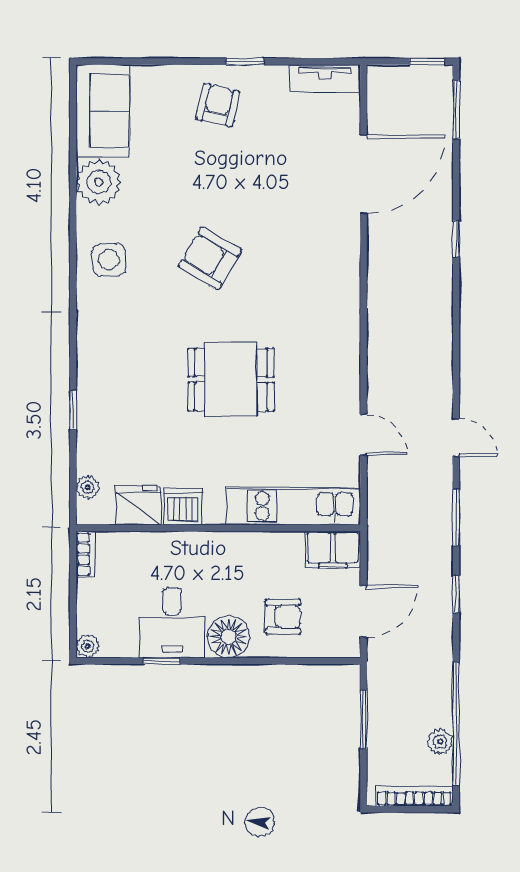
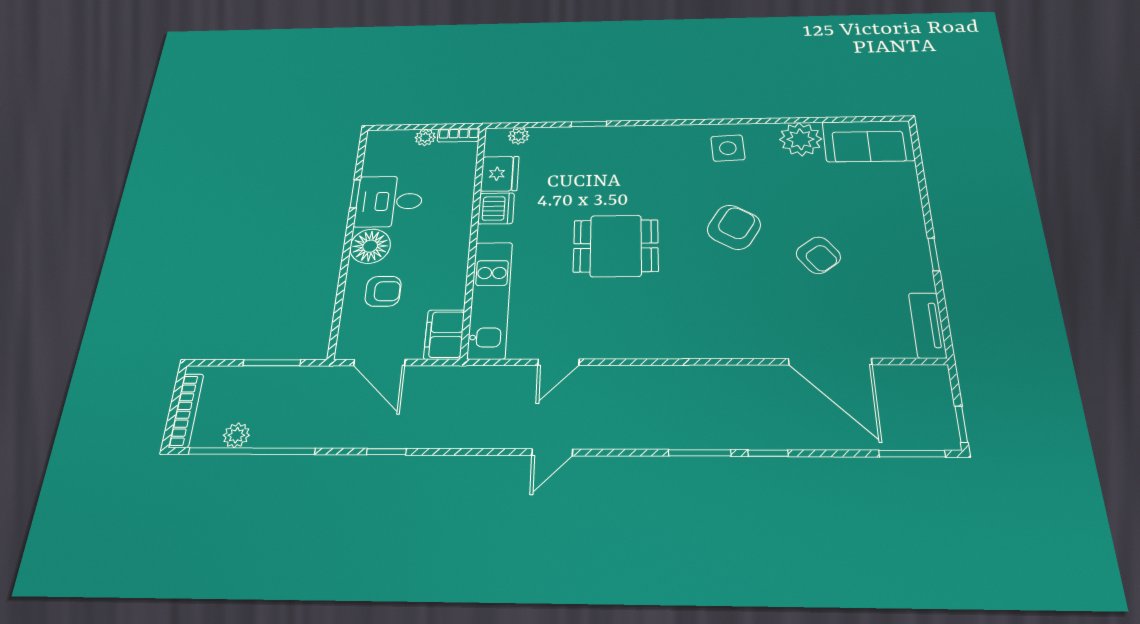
armchair: (218, 105) -> (818, 255), moved, turned 40
dining table: (231, 380) -> (616, 246), turned 90
window: (456, 518) -> (700, 453), moved
armchair: (283, 617) -> (383, 291), turned -90
plant: (88, 646) -> (425, 137), moved

